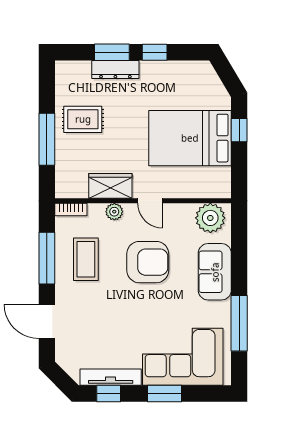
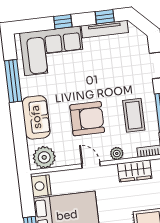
nightstand: (219, 181) -> (41, 186), added
wardrobe: (110, 186) -> (135, 171), moved
armchair: (148, 262) -> (87, 119), turned 180
window: (165, 393) -> (63, 22), width x0.67

